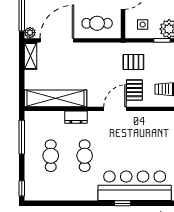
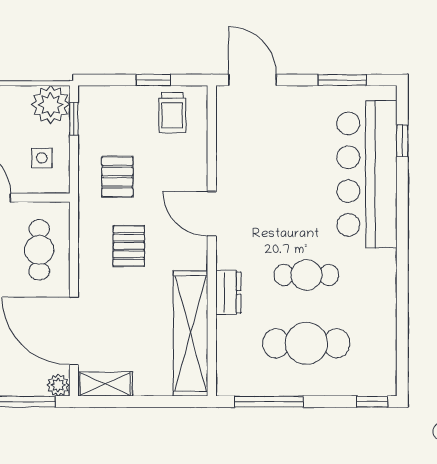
pallet: (134, 90) -> (129, 246), moved, turned 90
cafe table: (51, 156) -> (306, 343), width x1.37, depth x1.35
window: (123, 203) -> (402, 141), moved

